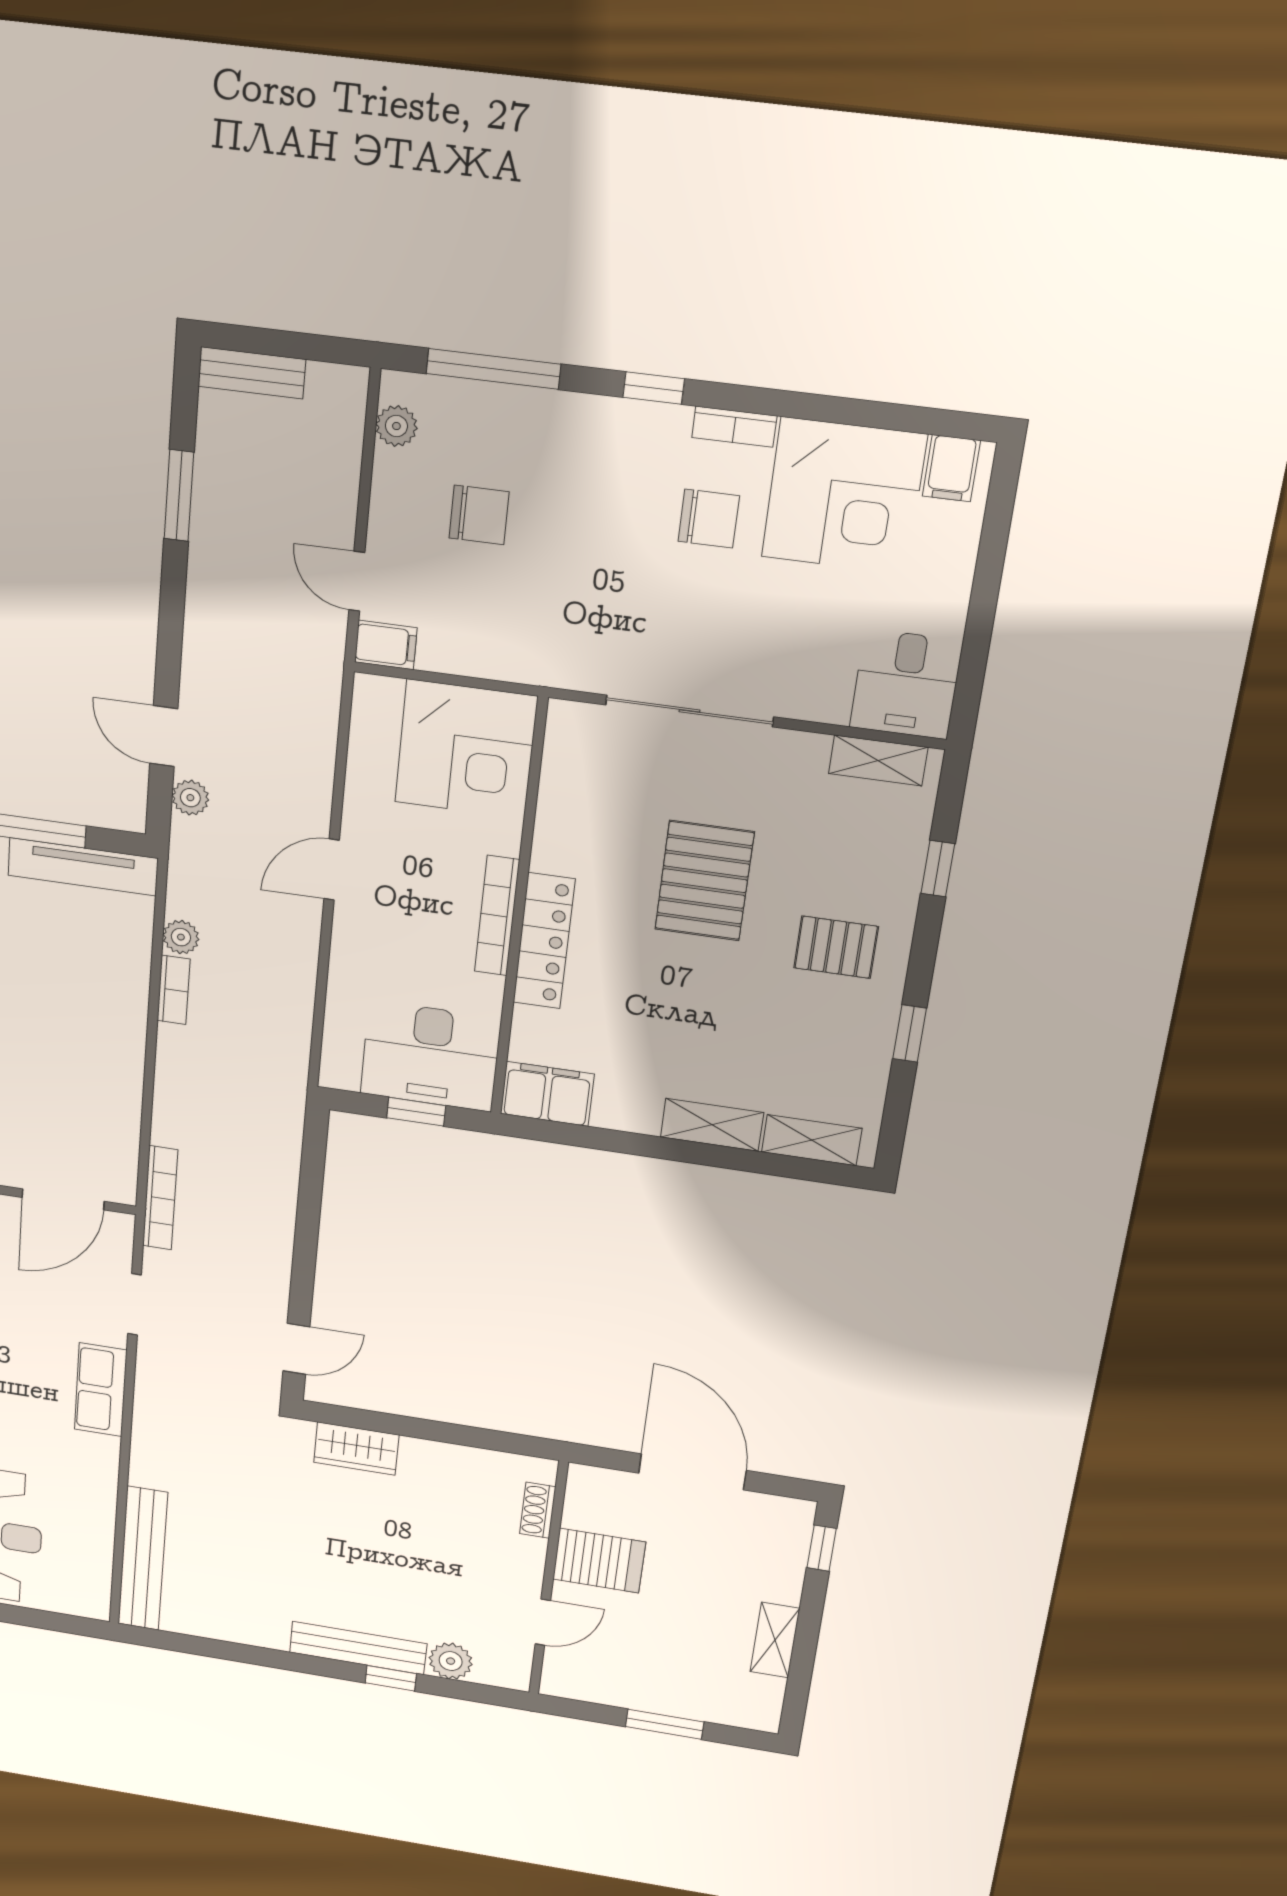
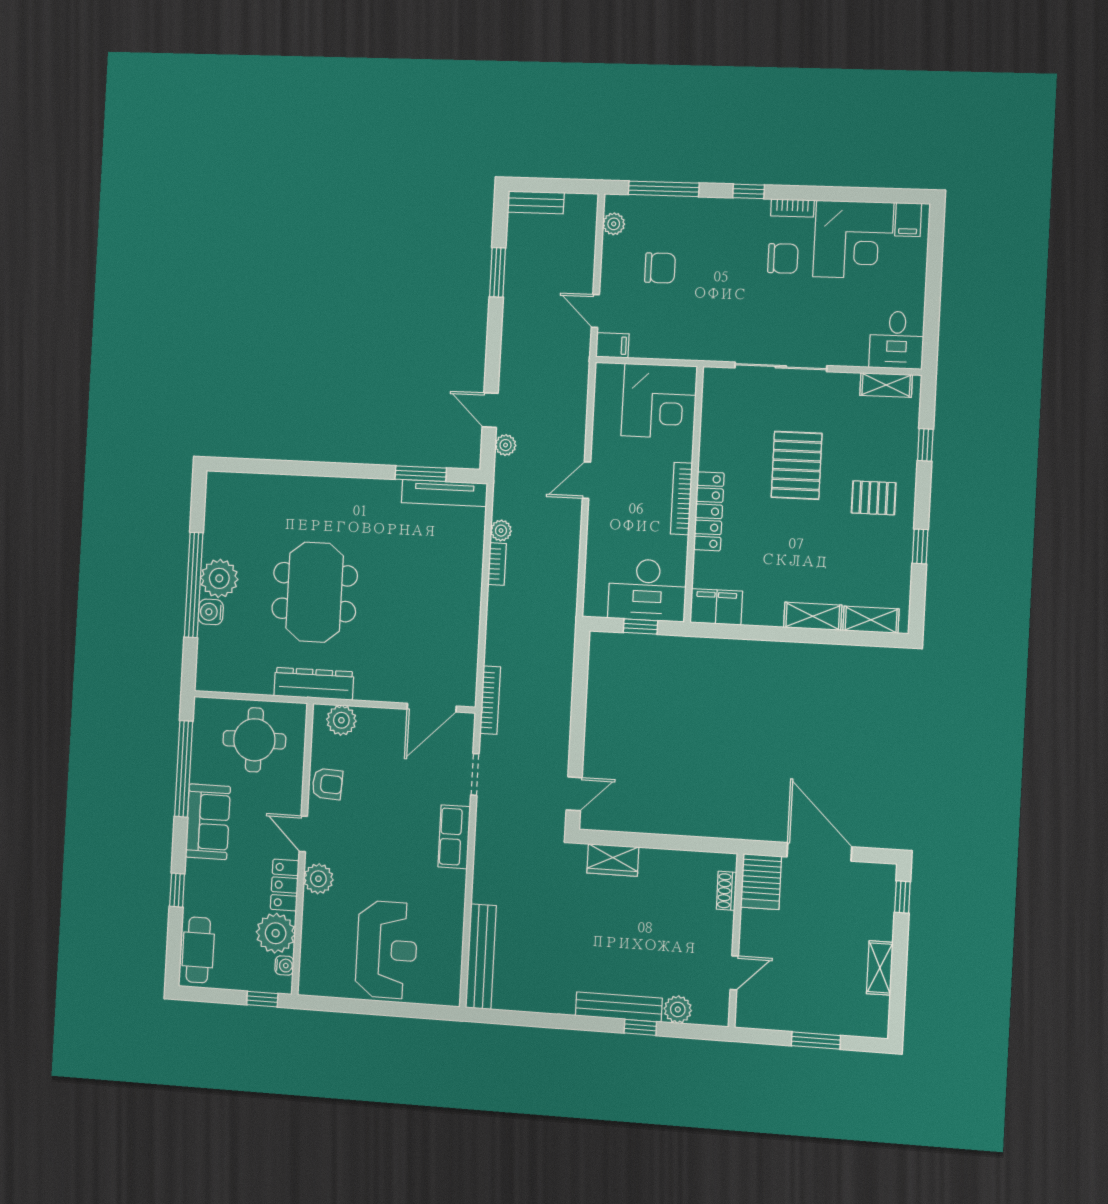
server rack: (599, 1561) -> (761, 882), moved, turned 90

